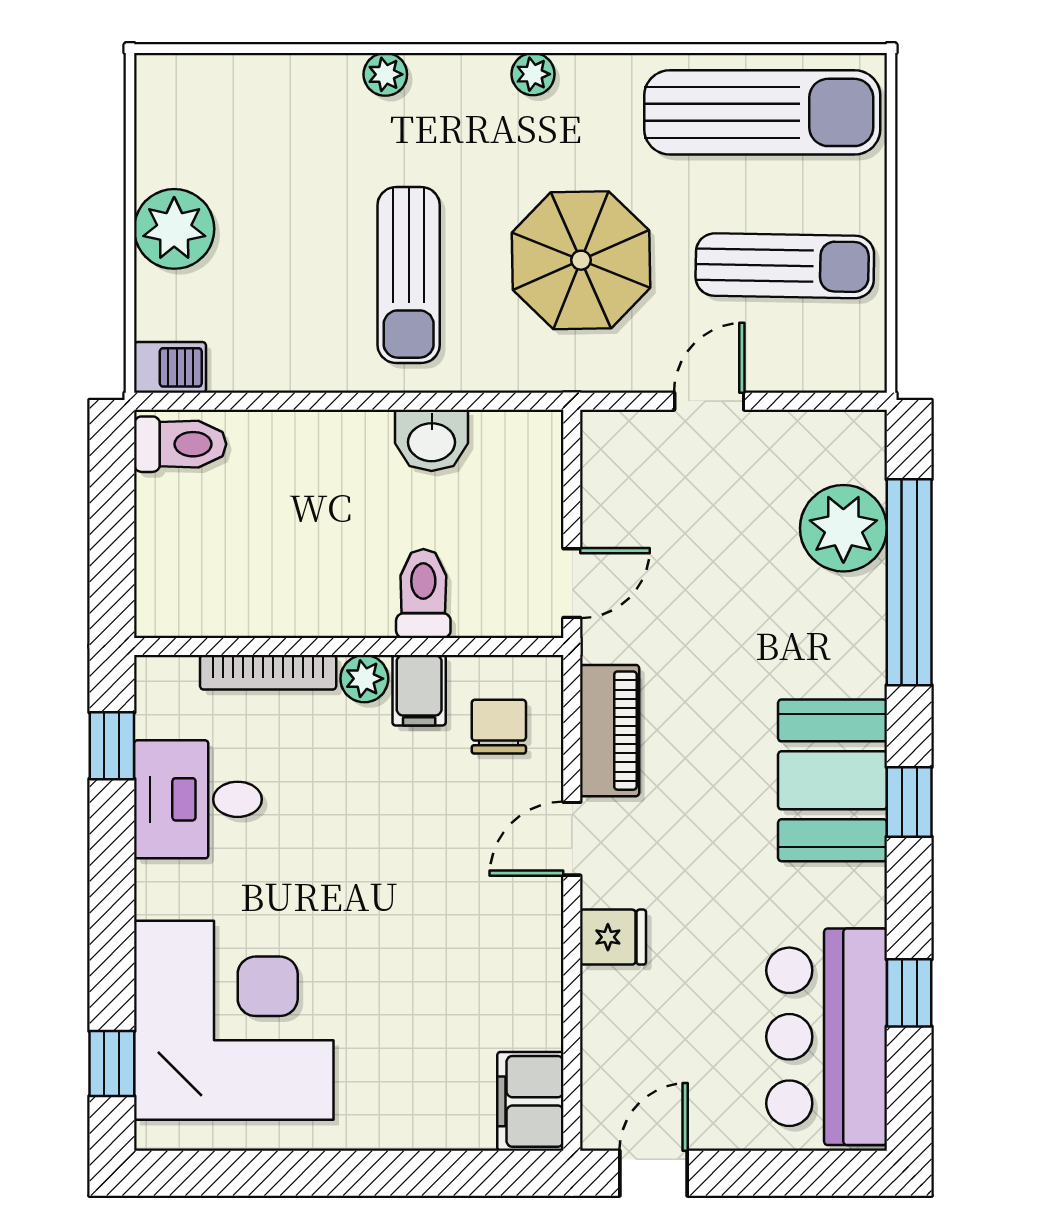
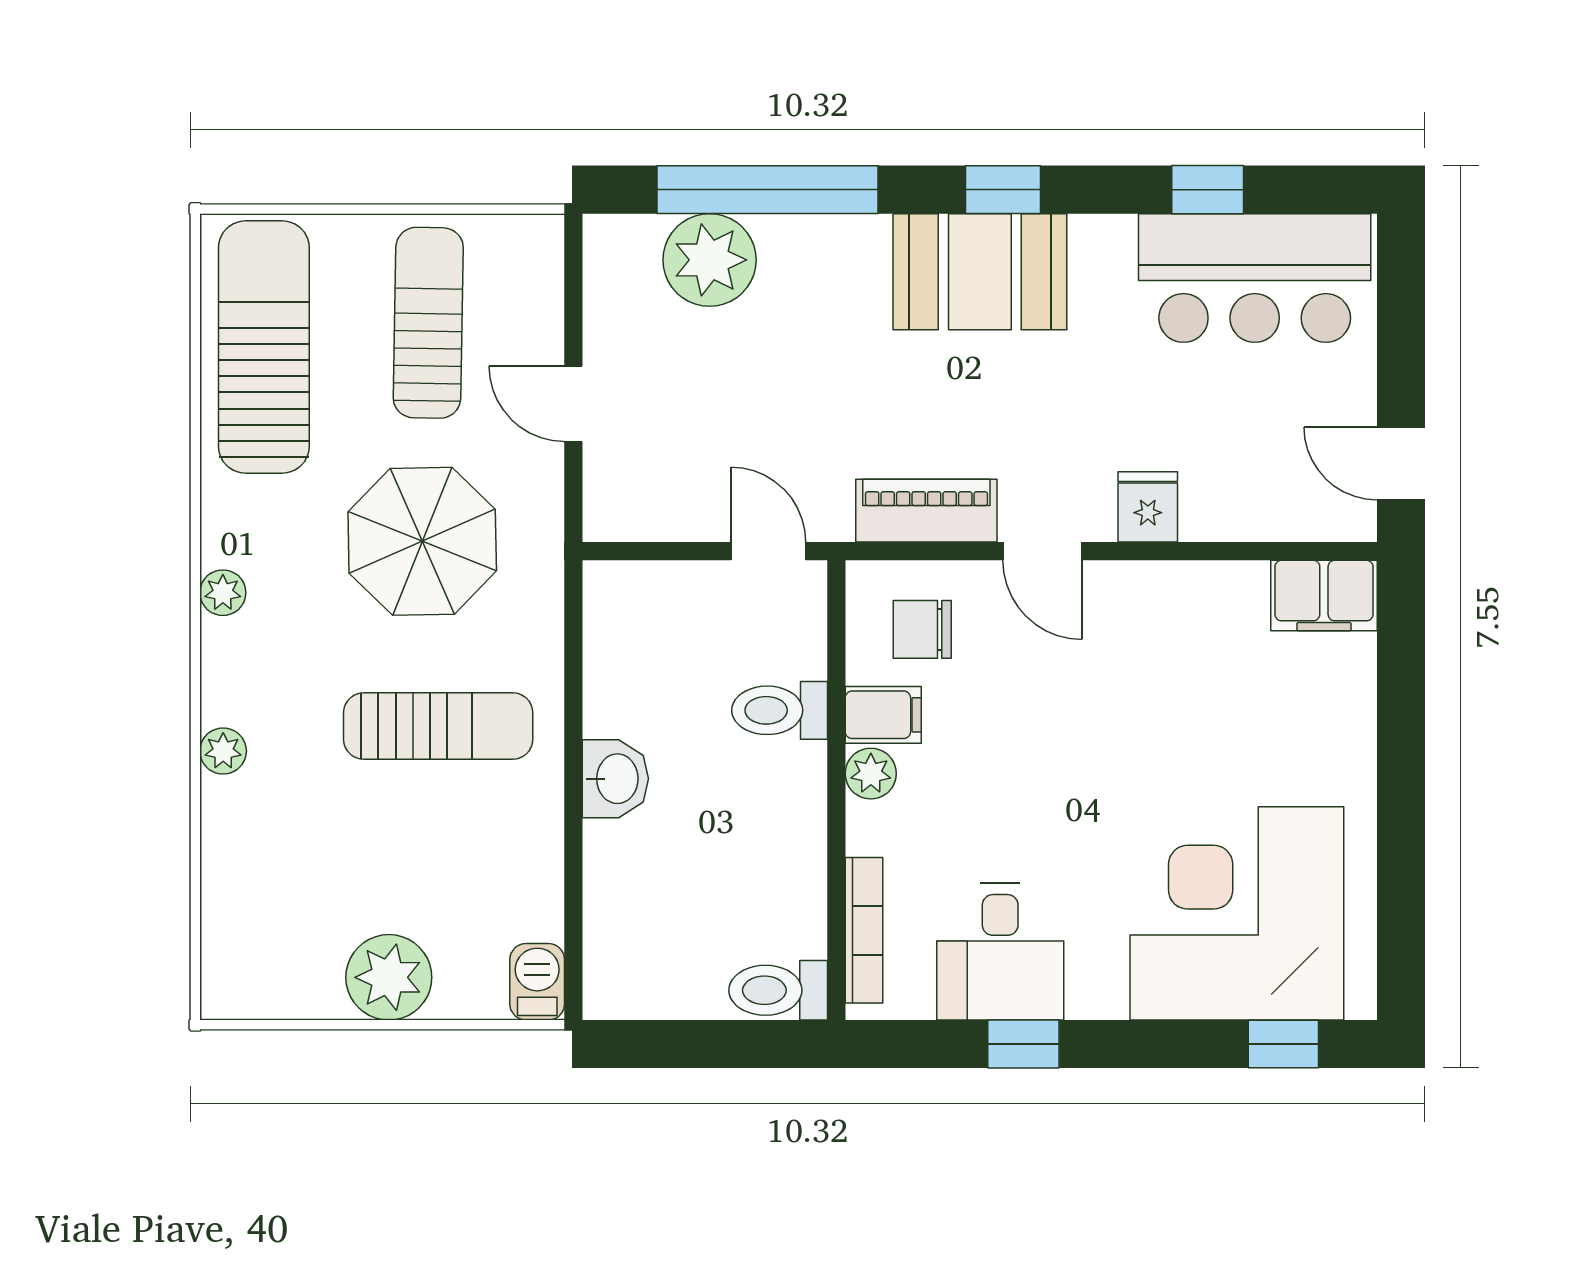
washbasin: (432, 440) -> (615, 779), moved
toilet: (180, 444) -> (778, 990), moved, turned -90
bookcase: (268, 672) -> (864, 930), moved
window: (112, 746) -> (1023, 1044), moved

